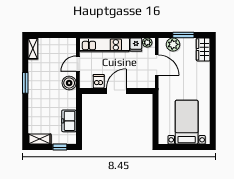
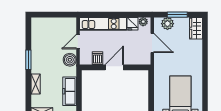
shelving: (33, 49) -> (36, 84), moved
freezer: (69, 121) -> (70, 91), width x1.40

